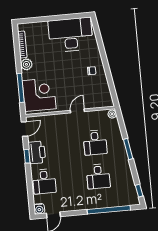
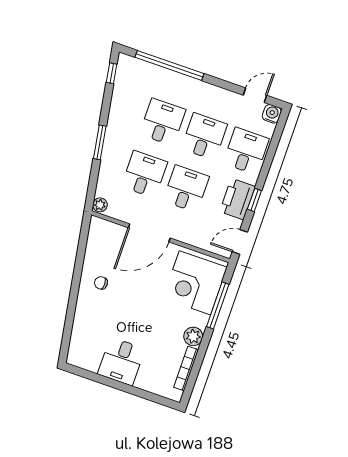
desk: (71, 35) -> (121, 361), width x0.53, depth x0.77
door: (77, 111) -> (149, 233), width x1.87
desk: (68, 145) -> (186, 189), added
desk: (71, 179) -> (204, 136), added

